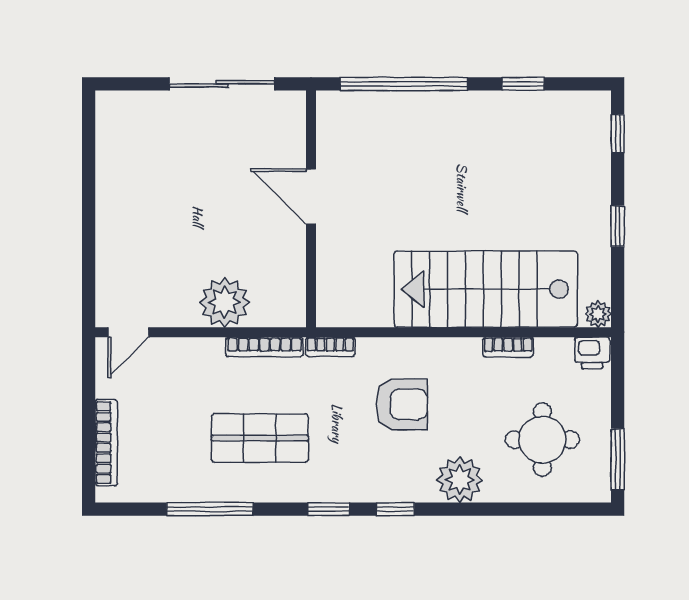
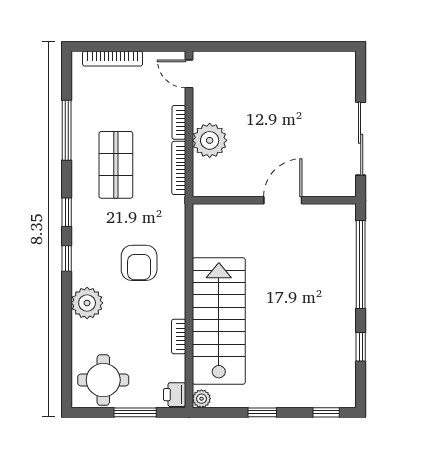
bookcase: (330, 347) -> (179, 122), moved
round table: (542, 440) -> (103, 380), moved
window: (618, 459) -> (135, 412), moved

